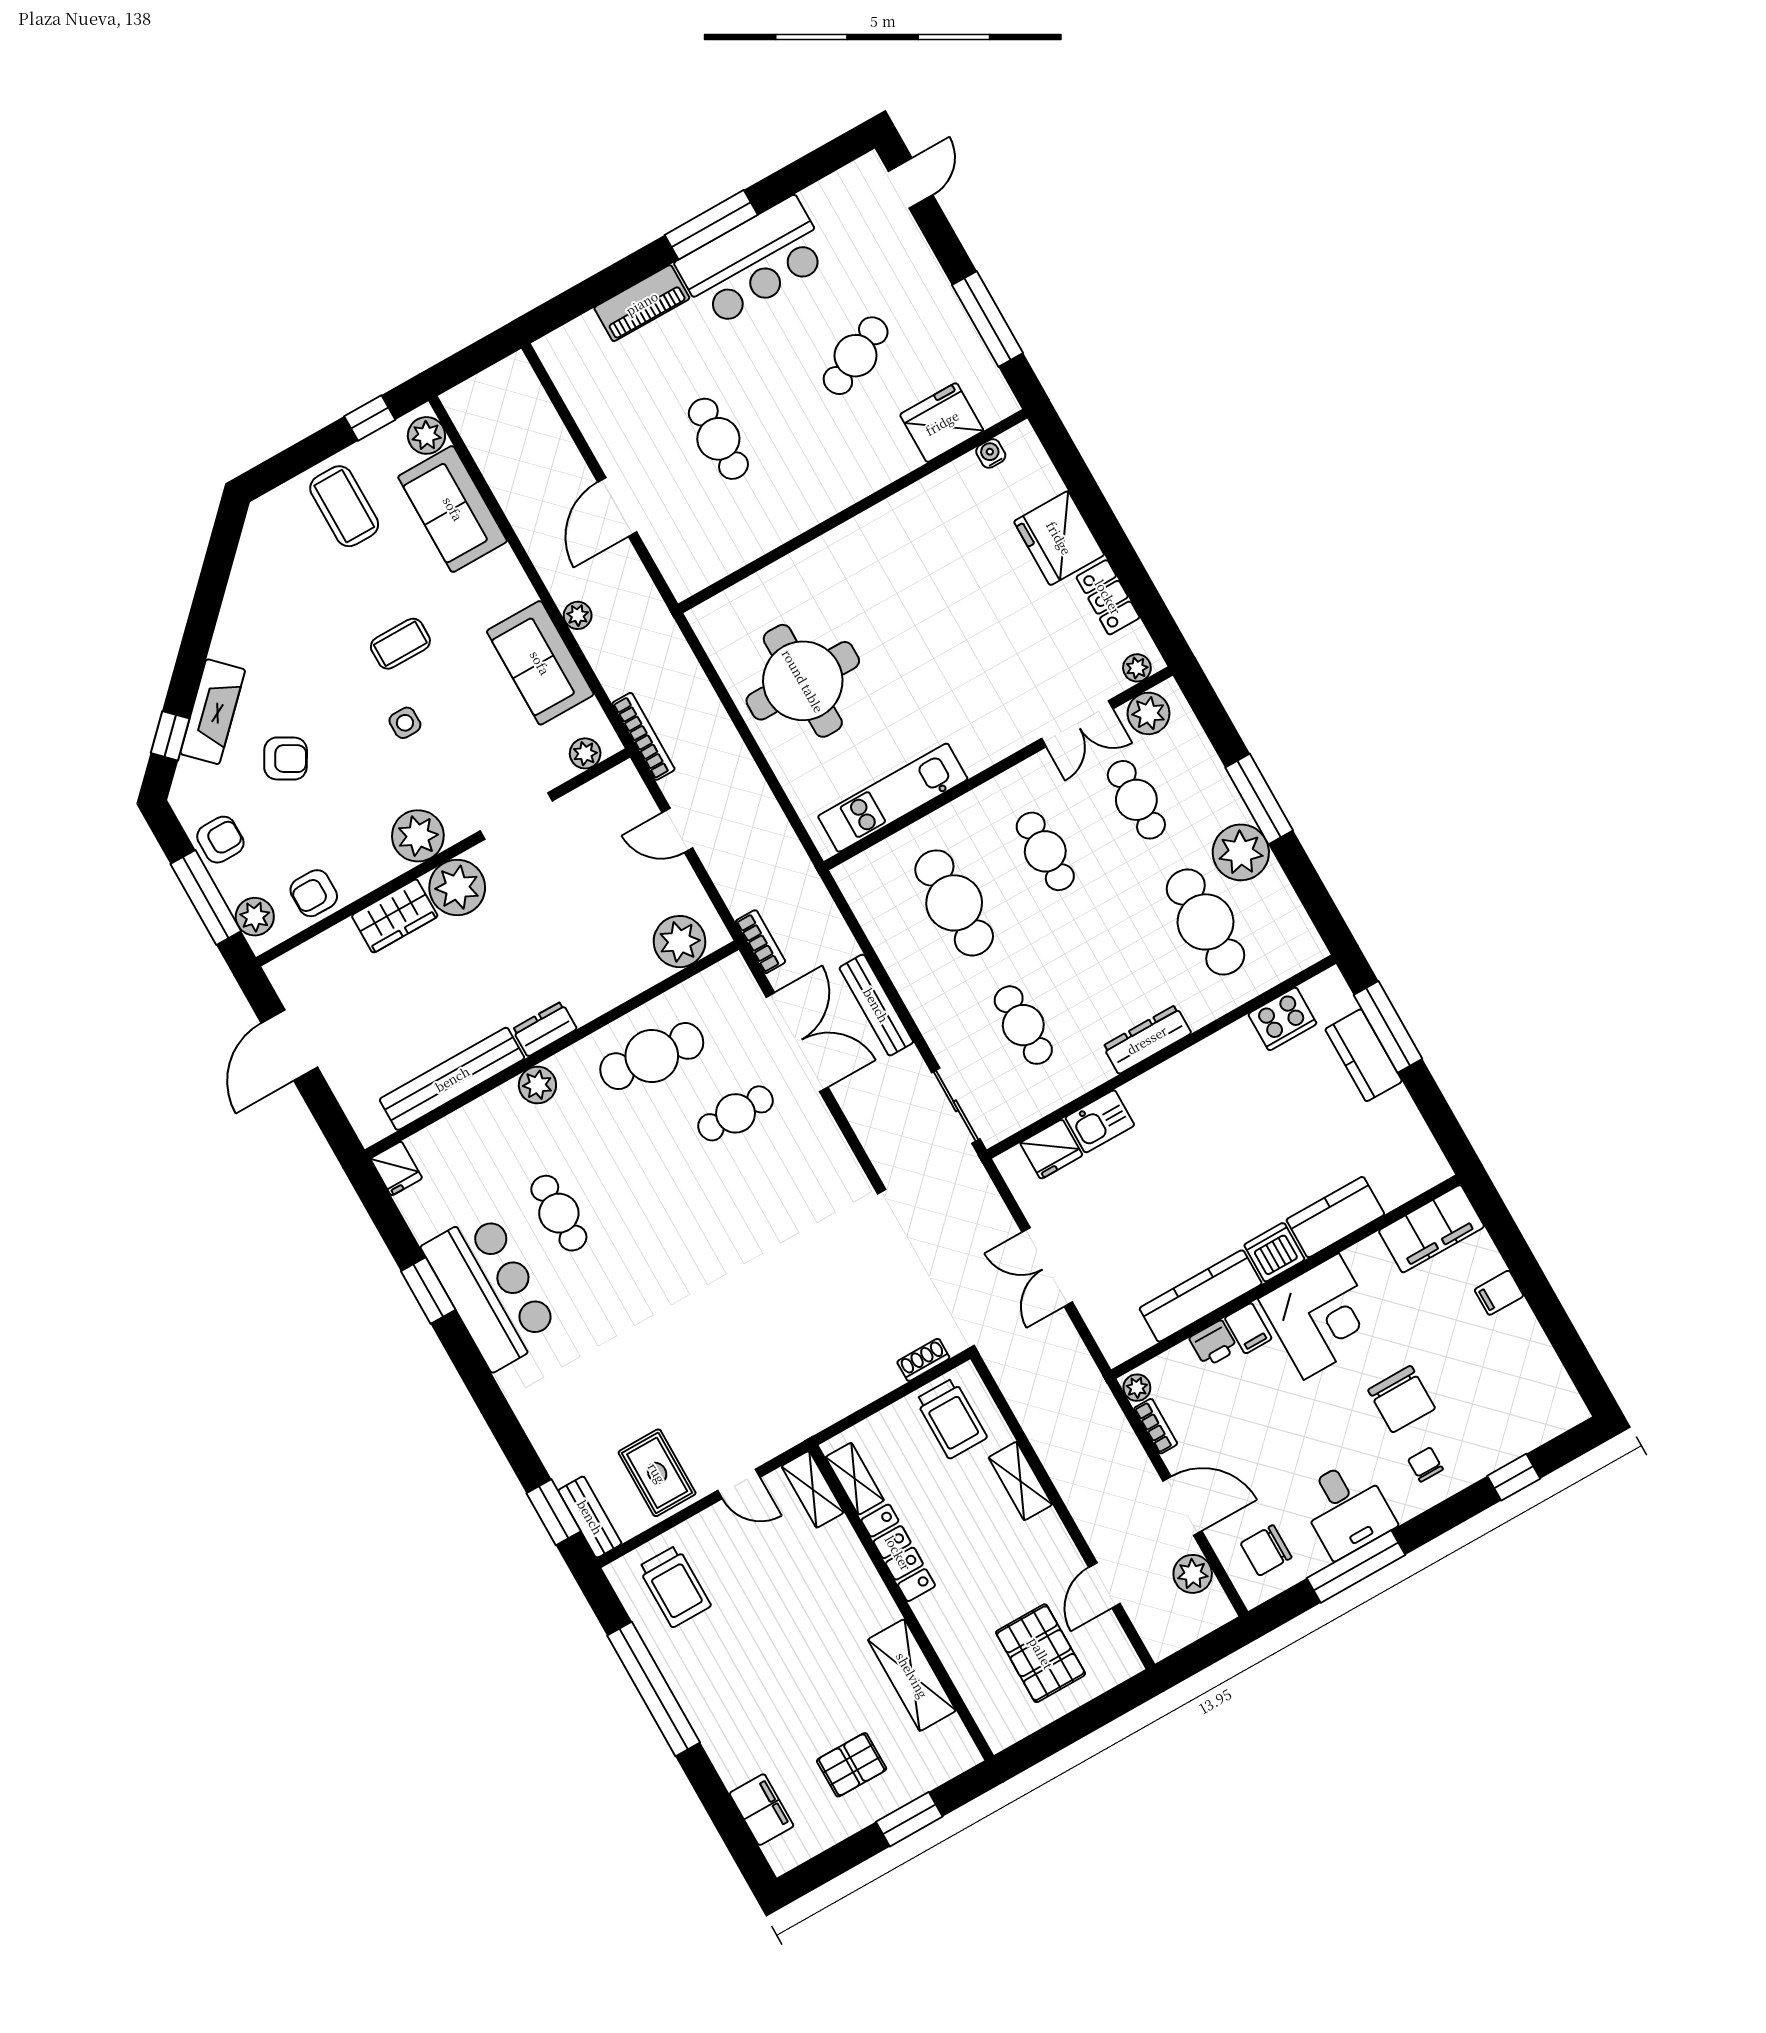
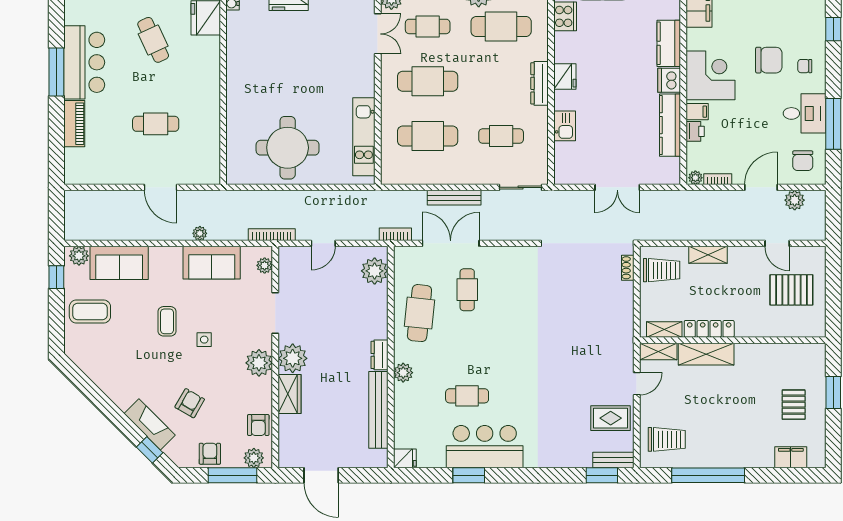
cafe table: (1045, 851) -> (428, 81), width x1.37, depth x1.35
fridge: (1051, 1149) -> (565, 77), moved
shelving: (912, 1675) -> (706, 354), moved

